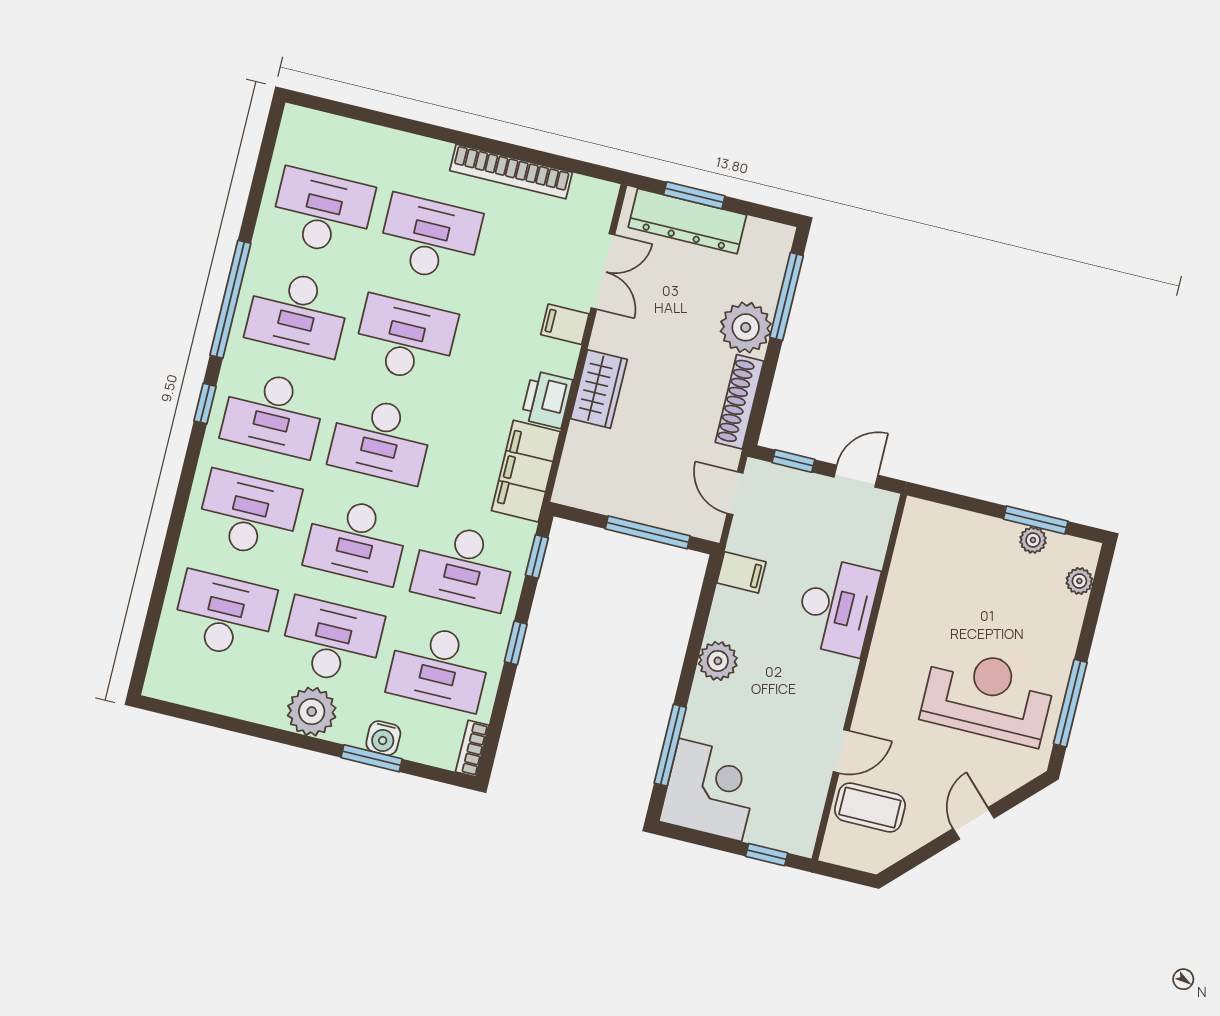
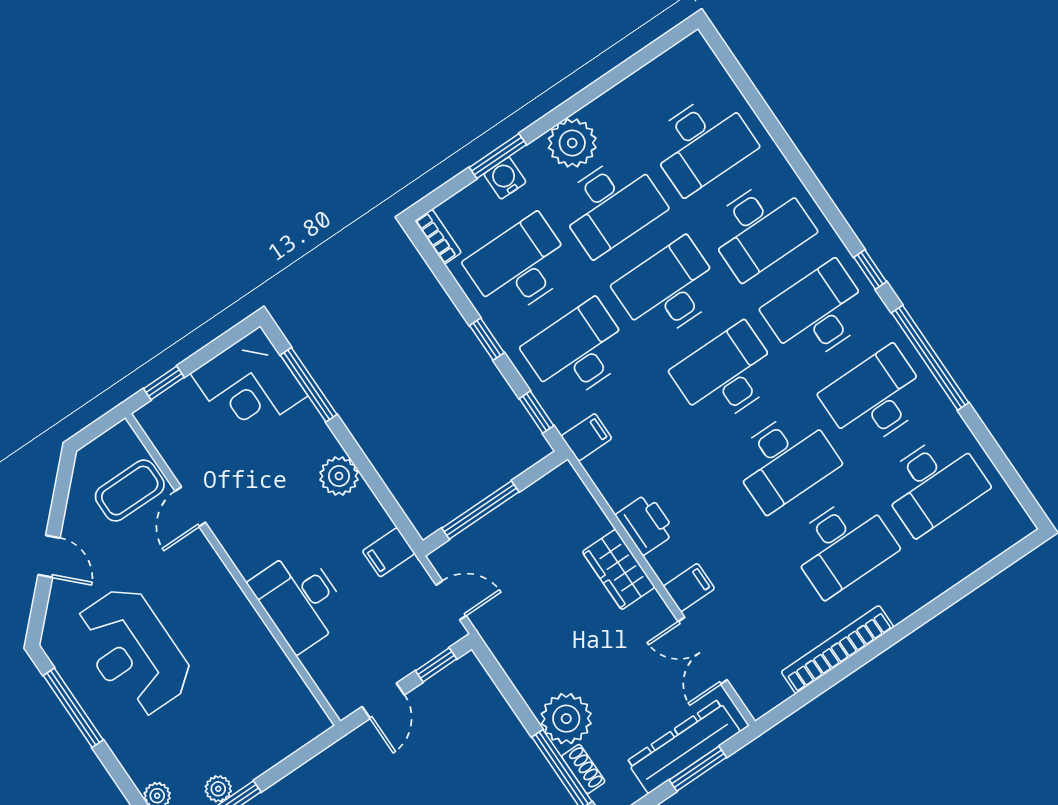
shoe rack: (740, 402) -> (583, 769), moved, width x0.51, depth x0.81
filing cabinet: (526, 471) -> (587, 437), width x0.33, depth x0.86
reception desk: (988, 696) -> (133, 651), turned 90

